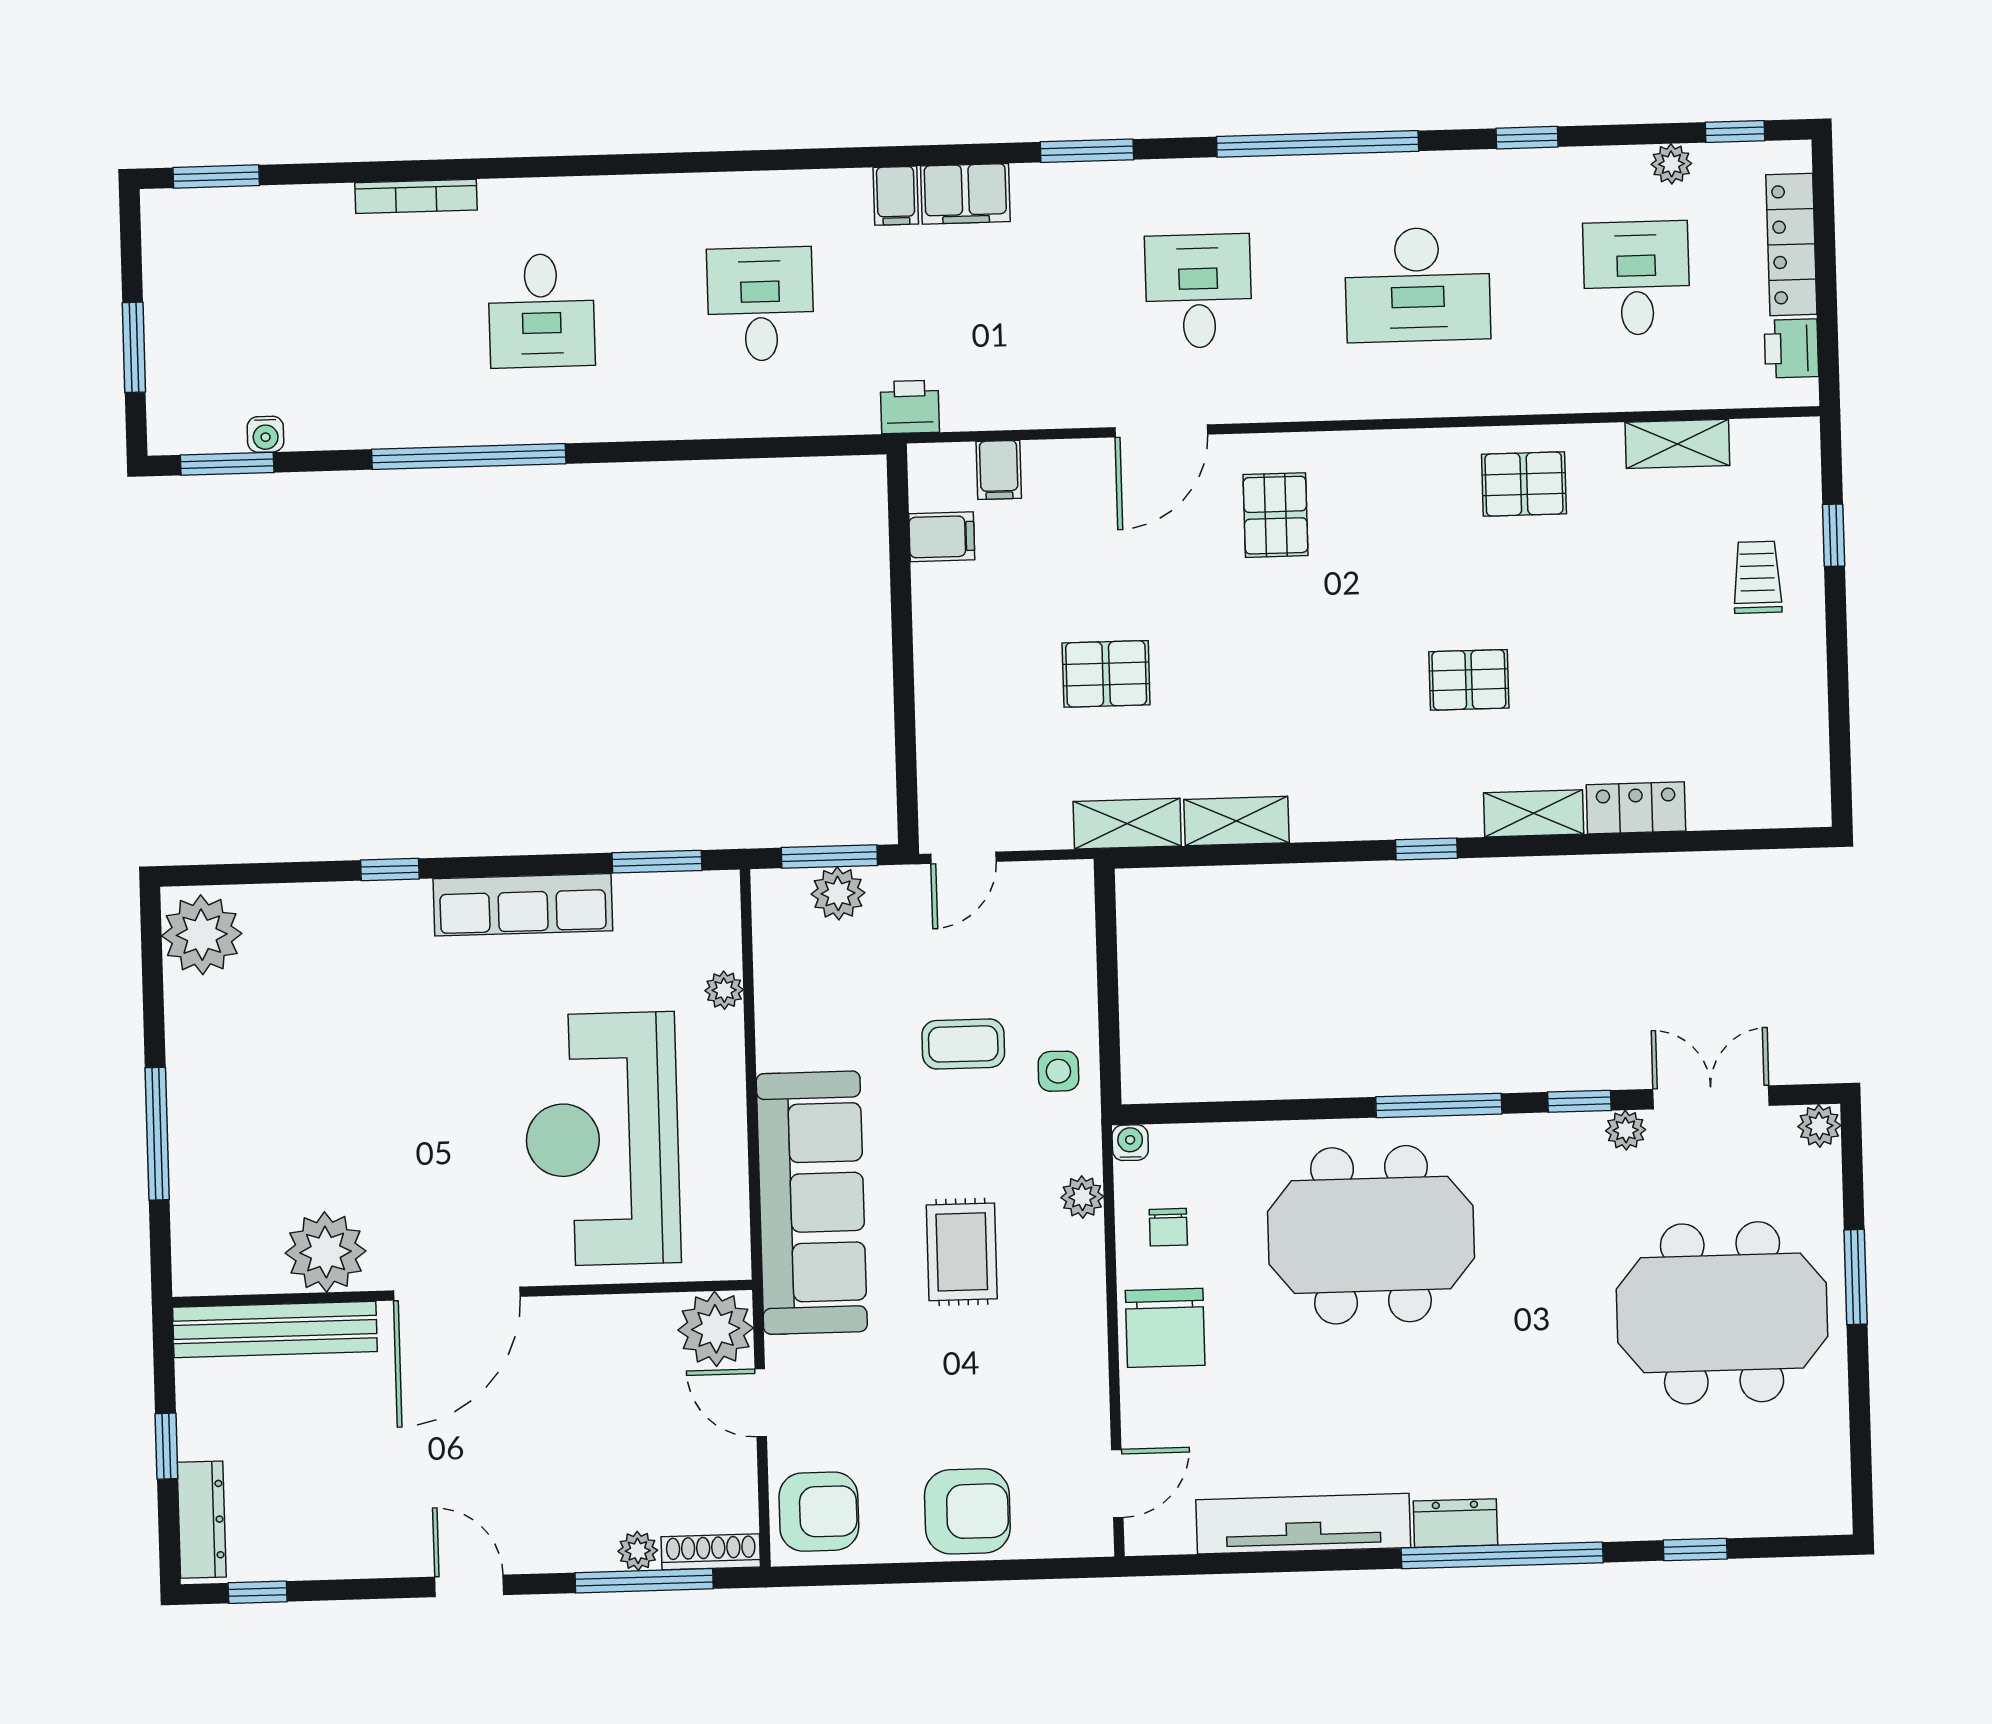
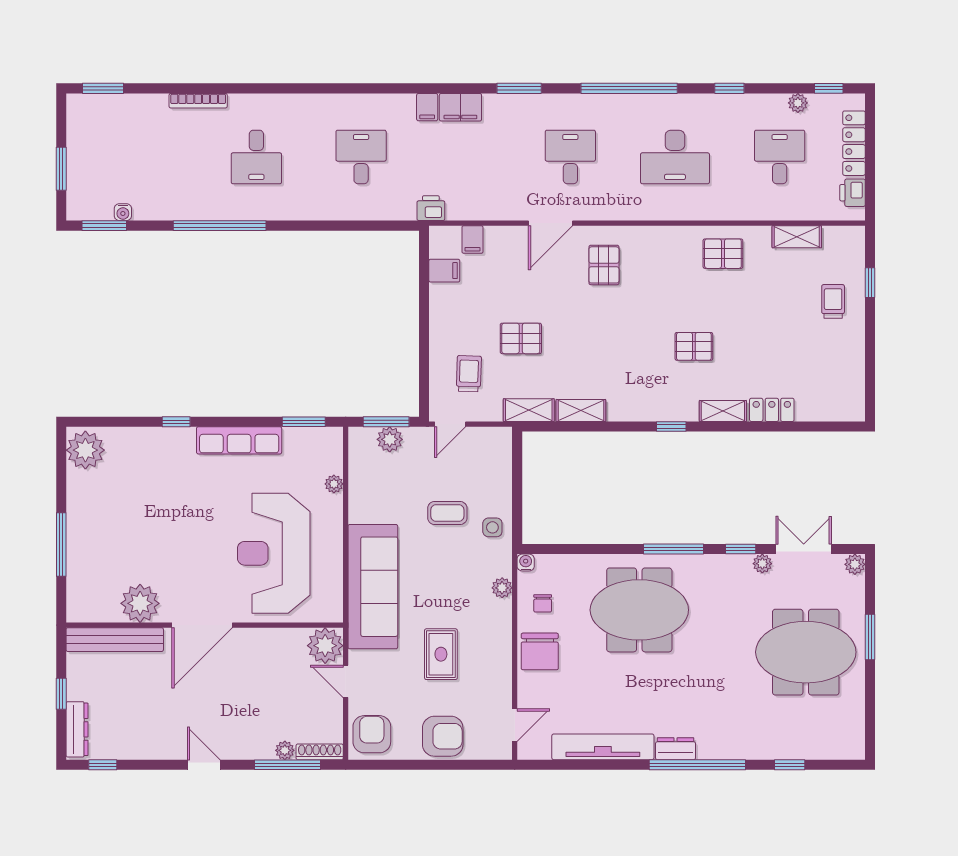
trolley: (999, 751) -> (469, 374), added
rug: (962, 1252) -> (441, 654), moved
armchair: (819, 1512) -> (372, 734), turned -90

